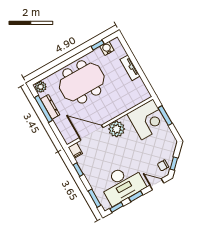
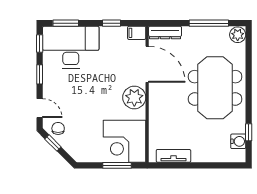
tv unit: (130, 68) -> (173, 156), moved
dresser: (50, 107) -> (165, 32), moved
door: (91, 133) -> (147, 64), hinge flipped
desk: (122, 184) -> (71, 47), moved, turned 90
door: (157, 184) -> (40, 108), hinge flipped

